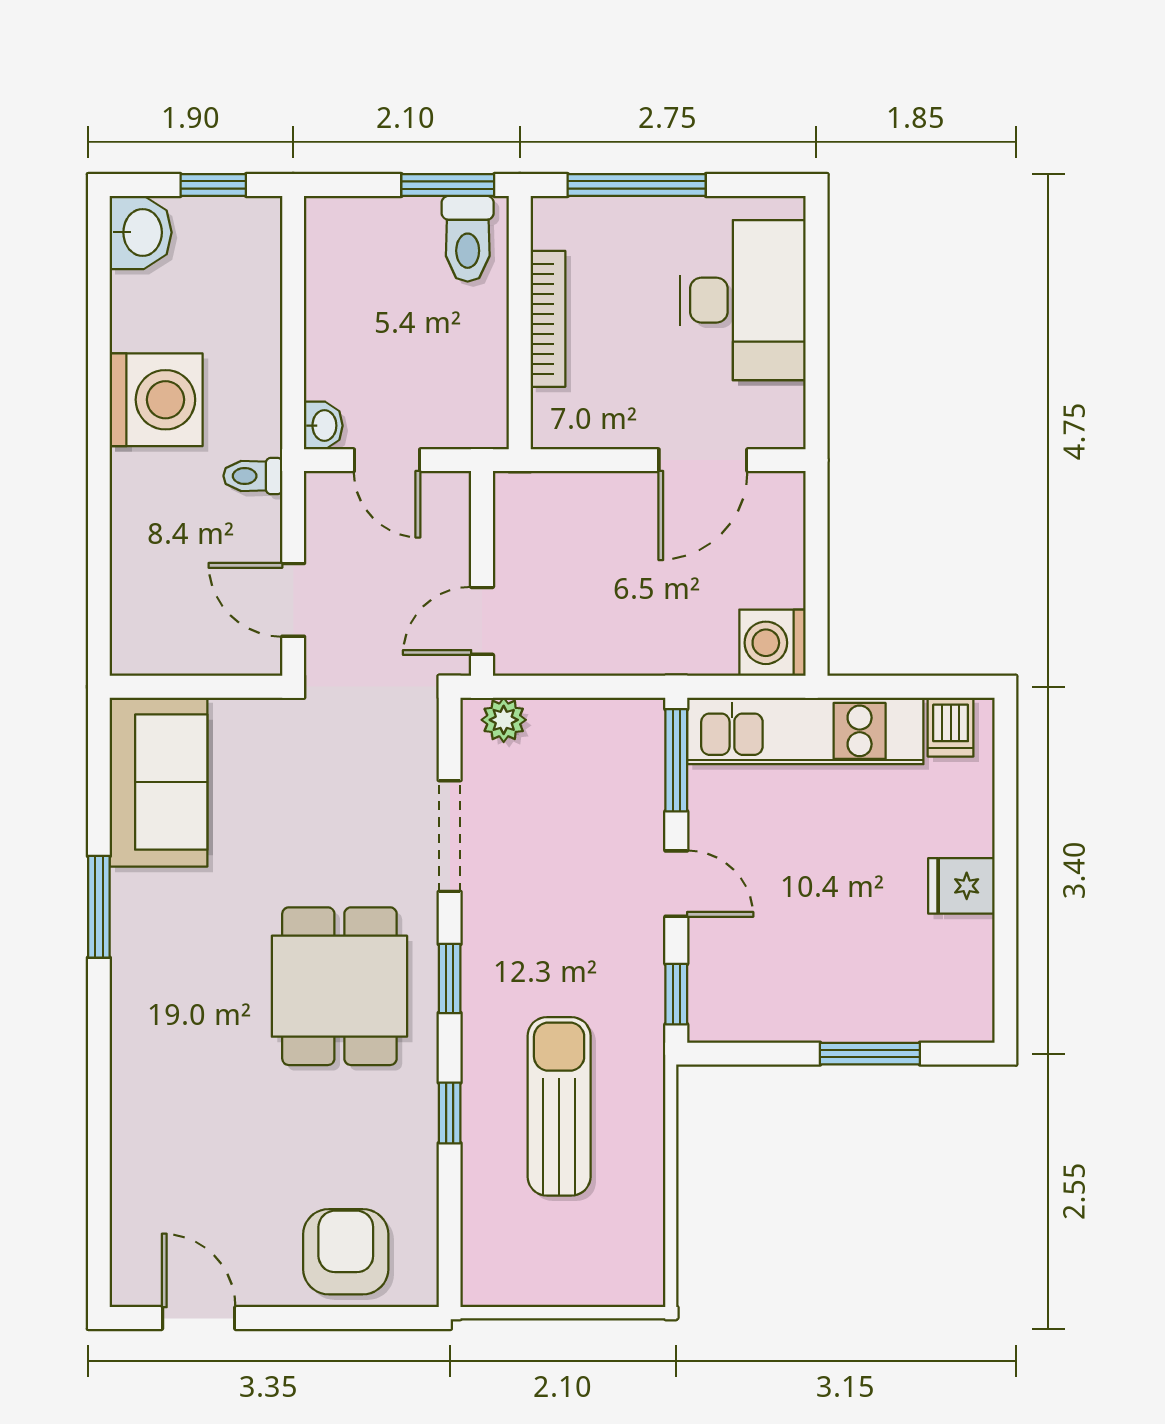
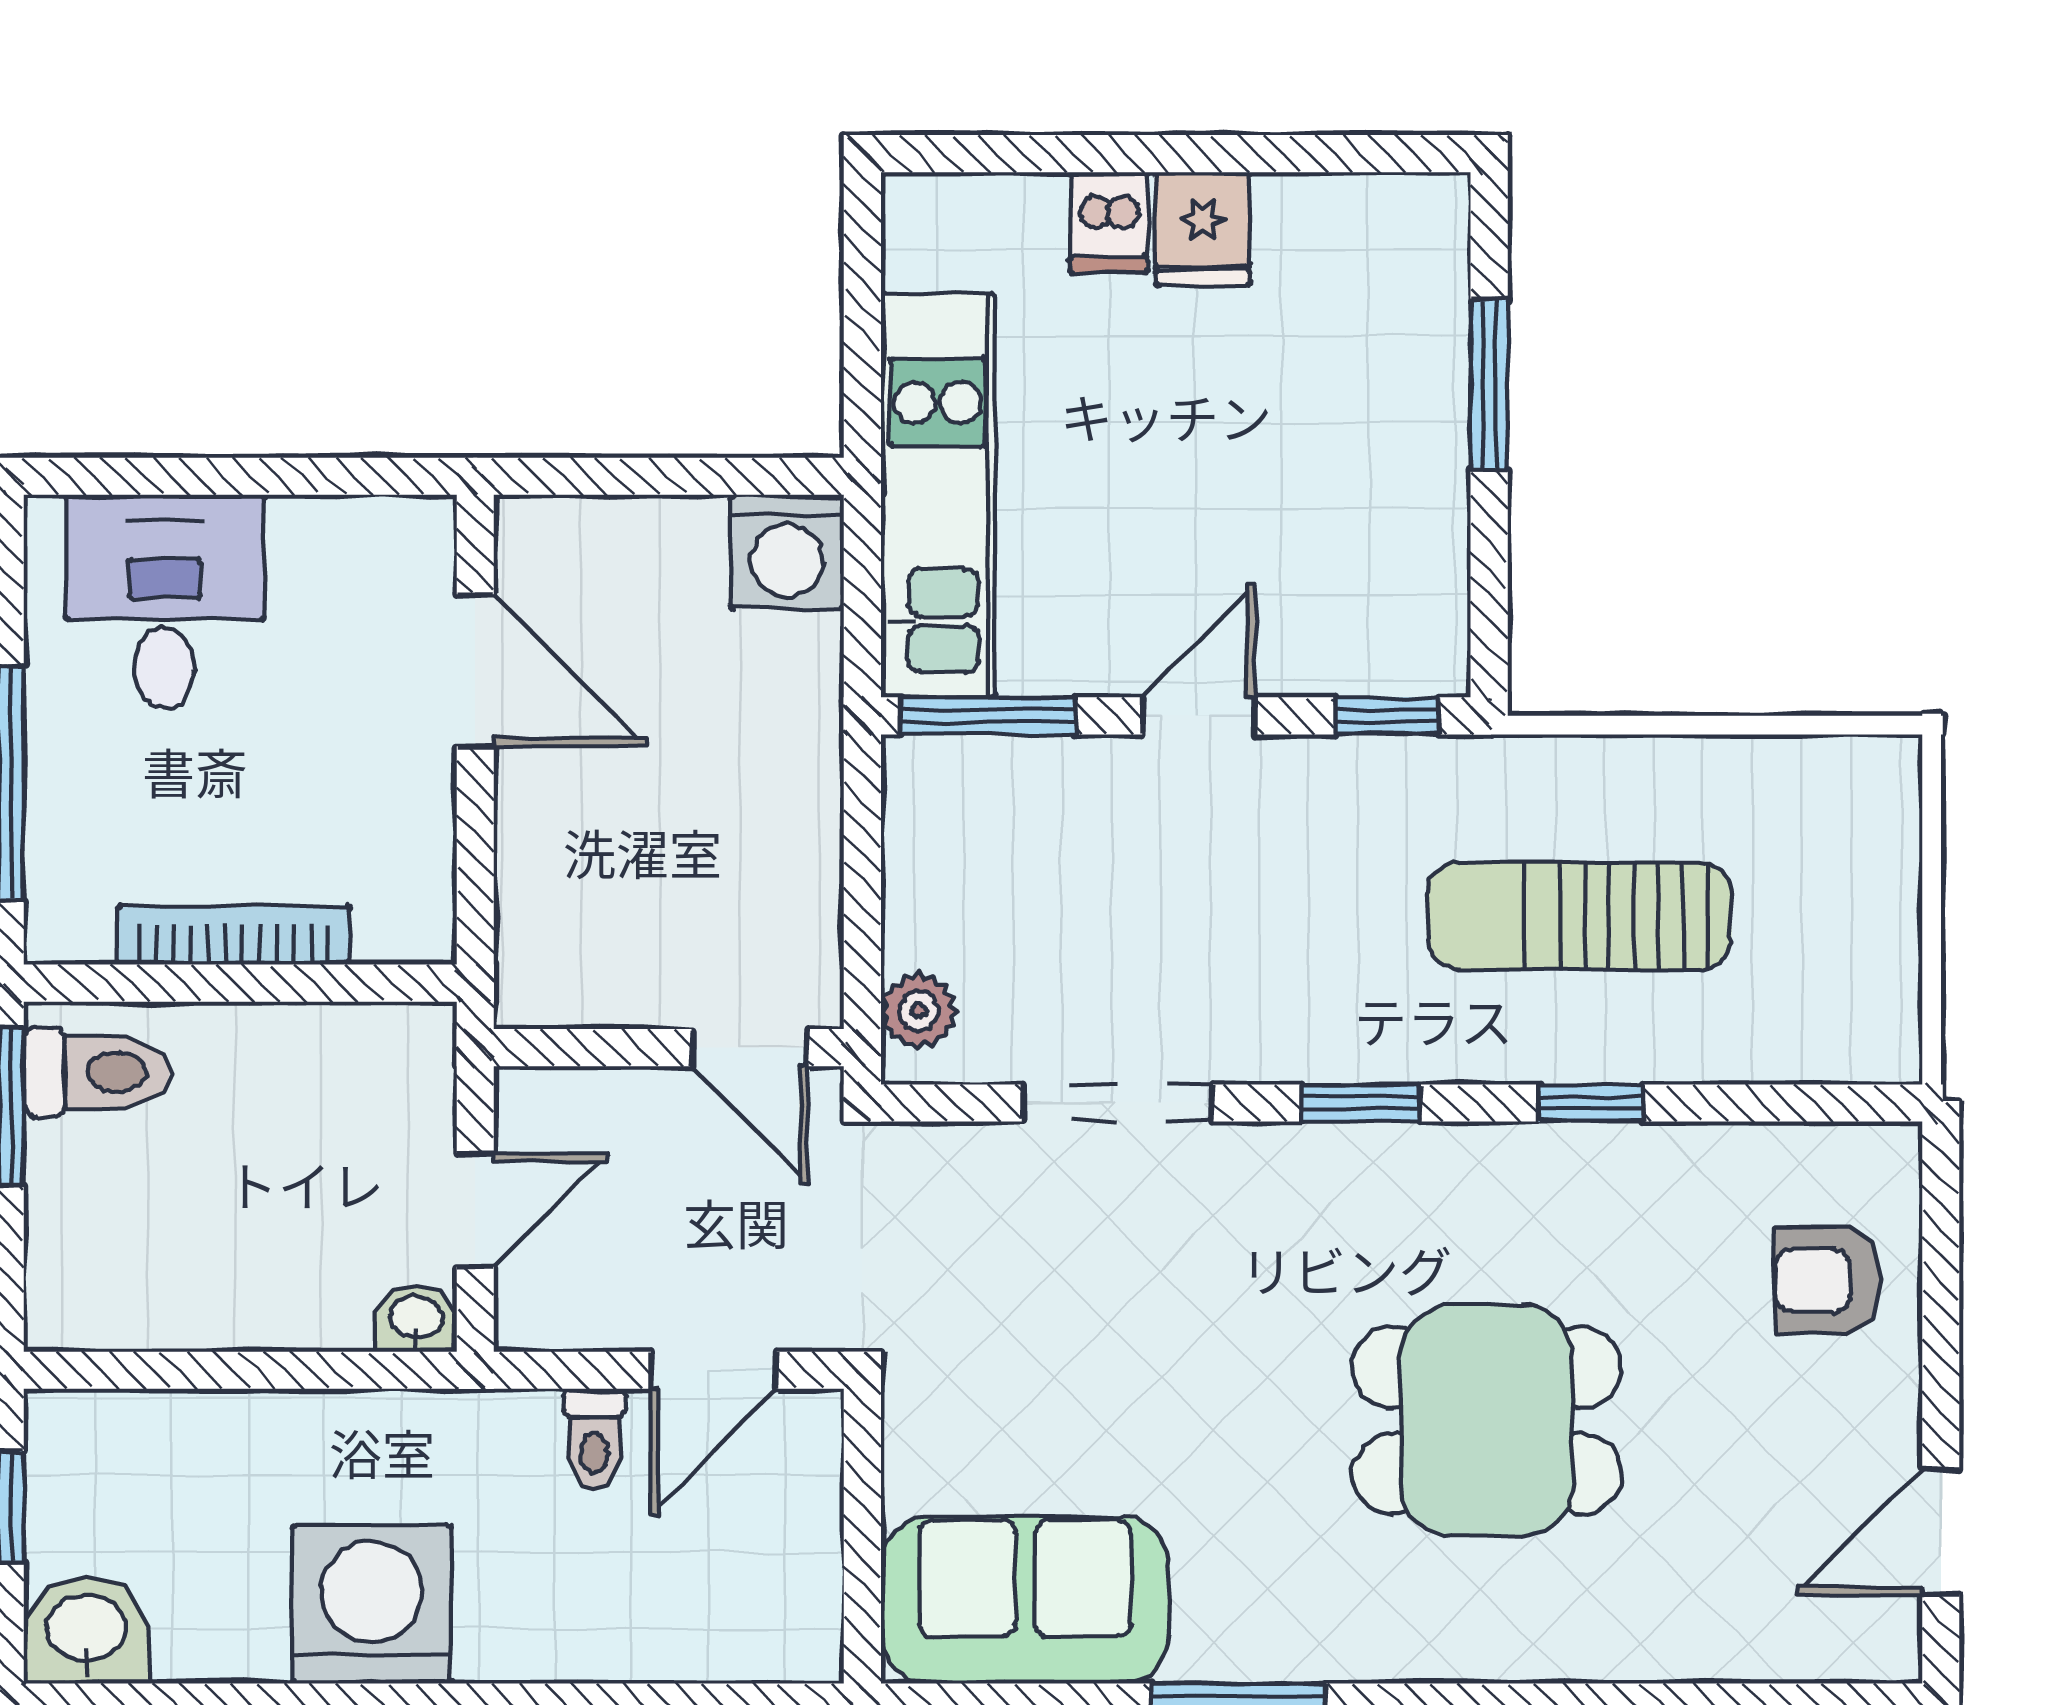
desk: (743, 300) -> (165, 602), width x0.73
toilet: (253, 476) -> (594, 1439), moved
dishwasher: (951, 727) -> (1108, 222), moved, turned 90
dining table: (339, 986) -> (1487, 1421), moved
armchair: (346, 1252) -> (1827, 1280), width x0.72, depth x0.72

